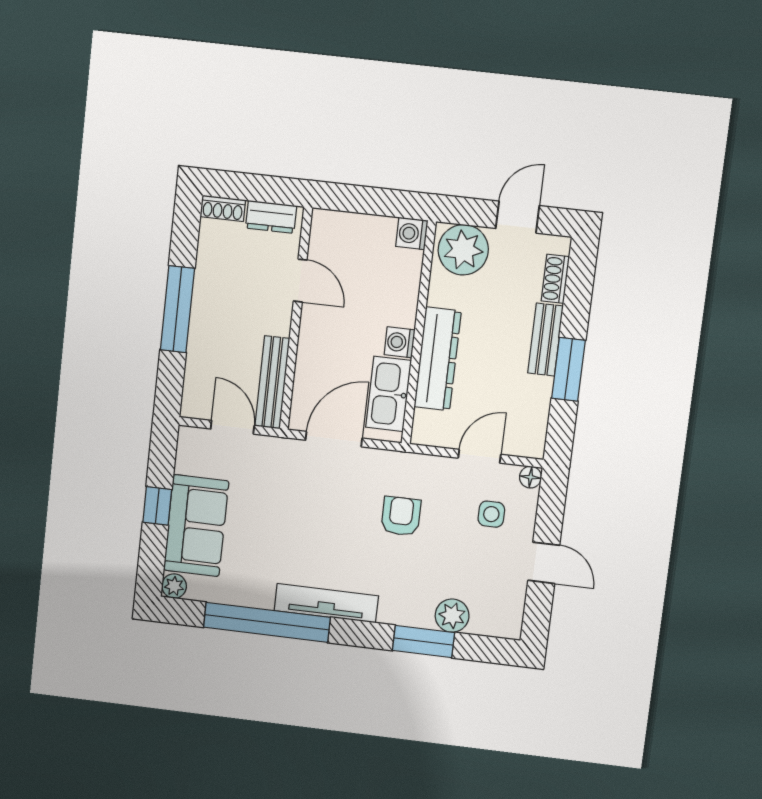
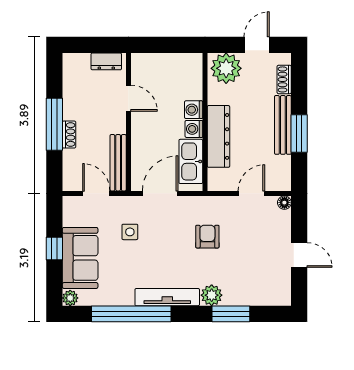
shoe rack: (223, 208) -> (69, 135), moved, turned -90
washing machine: (412, 233) -> (194, 110), moved
bench: (545, 340) -> (283, 125), width x1.36
side table: (491, 514) -> (130, 232), moved
plant: (452, 616) -> (212, 295), moved

